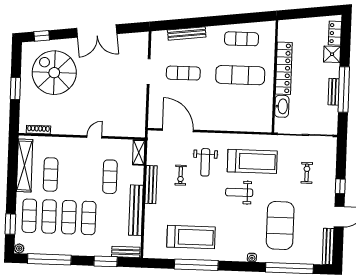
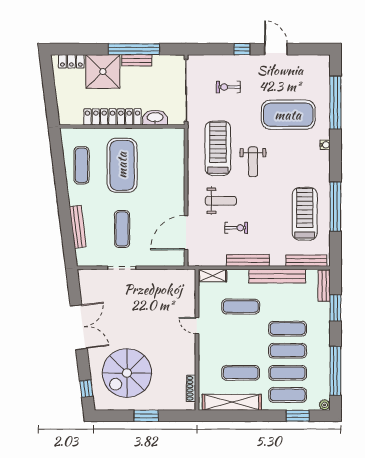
shower: (332, 54) -> (103, 72), width x1.86, depth x1.86
exercise mat: (240, 75) -> (122, 165), width x1.47
bench: (328, 246) -> (306, 261), moved

